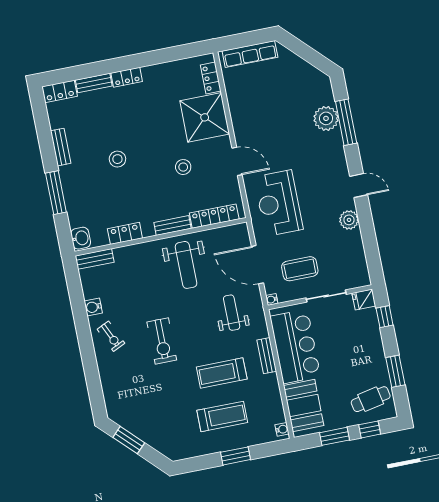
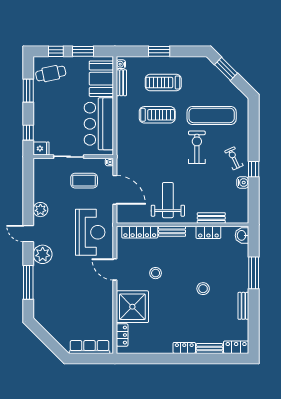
plant: (326, 118) -> (43, 254), moved
bench: (95, 259) -> (211, 218), moved
weight bench: (232, 313) -> (141, 158), removed
window: (83, 327) -> (254, 169), added
bench: (267, 356) -> (121, 83), moved
exercise mat: (151, 386) -> (212, 115), added
window: (129, 440) -> (226, 69), moved

